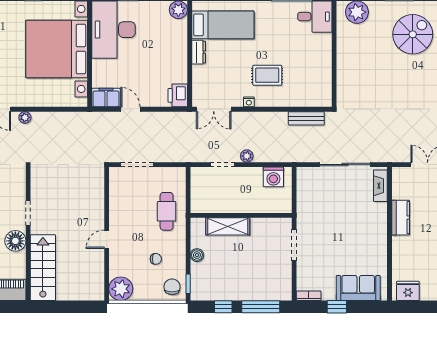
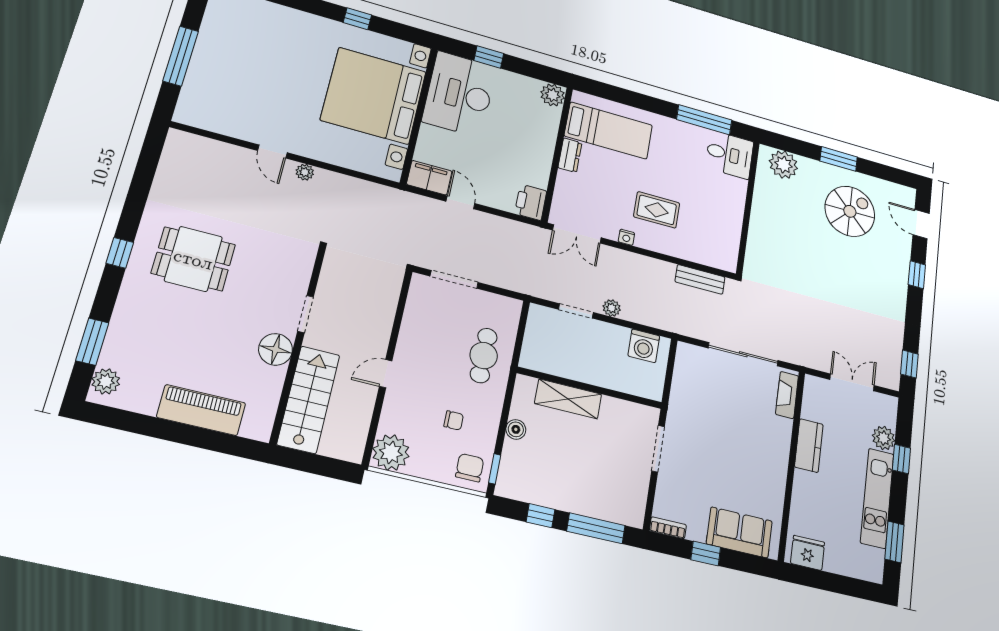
doorway: (28, 213) -> (306, 314), moved
wall: (28, 234) -> (298, 344), moved
floor lamp: (15, 241) -> (276, 349), moved
stairs: (43, 268) -> (309, 399), moved

